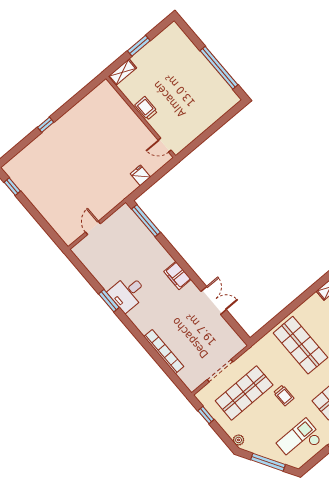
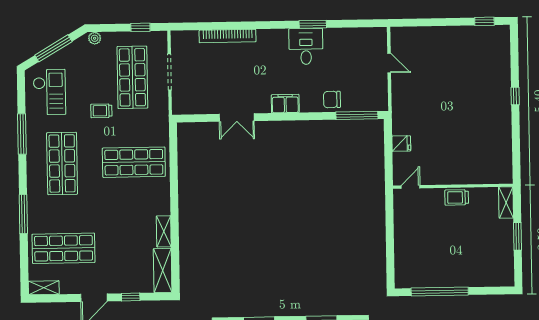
trolley: (146, 108) -> (457, 197), turned 180
chair: (149, 246) -> (332, 99), added

